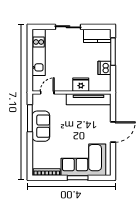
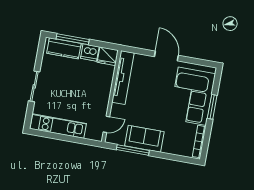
kitchen counter: (97, 36) -> (64, 48), moved, turned 90
fridge: (81, 85) -> (108, 56), moved, turned -90
door: (47, 92) -> (106, 124), swing flipped

